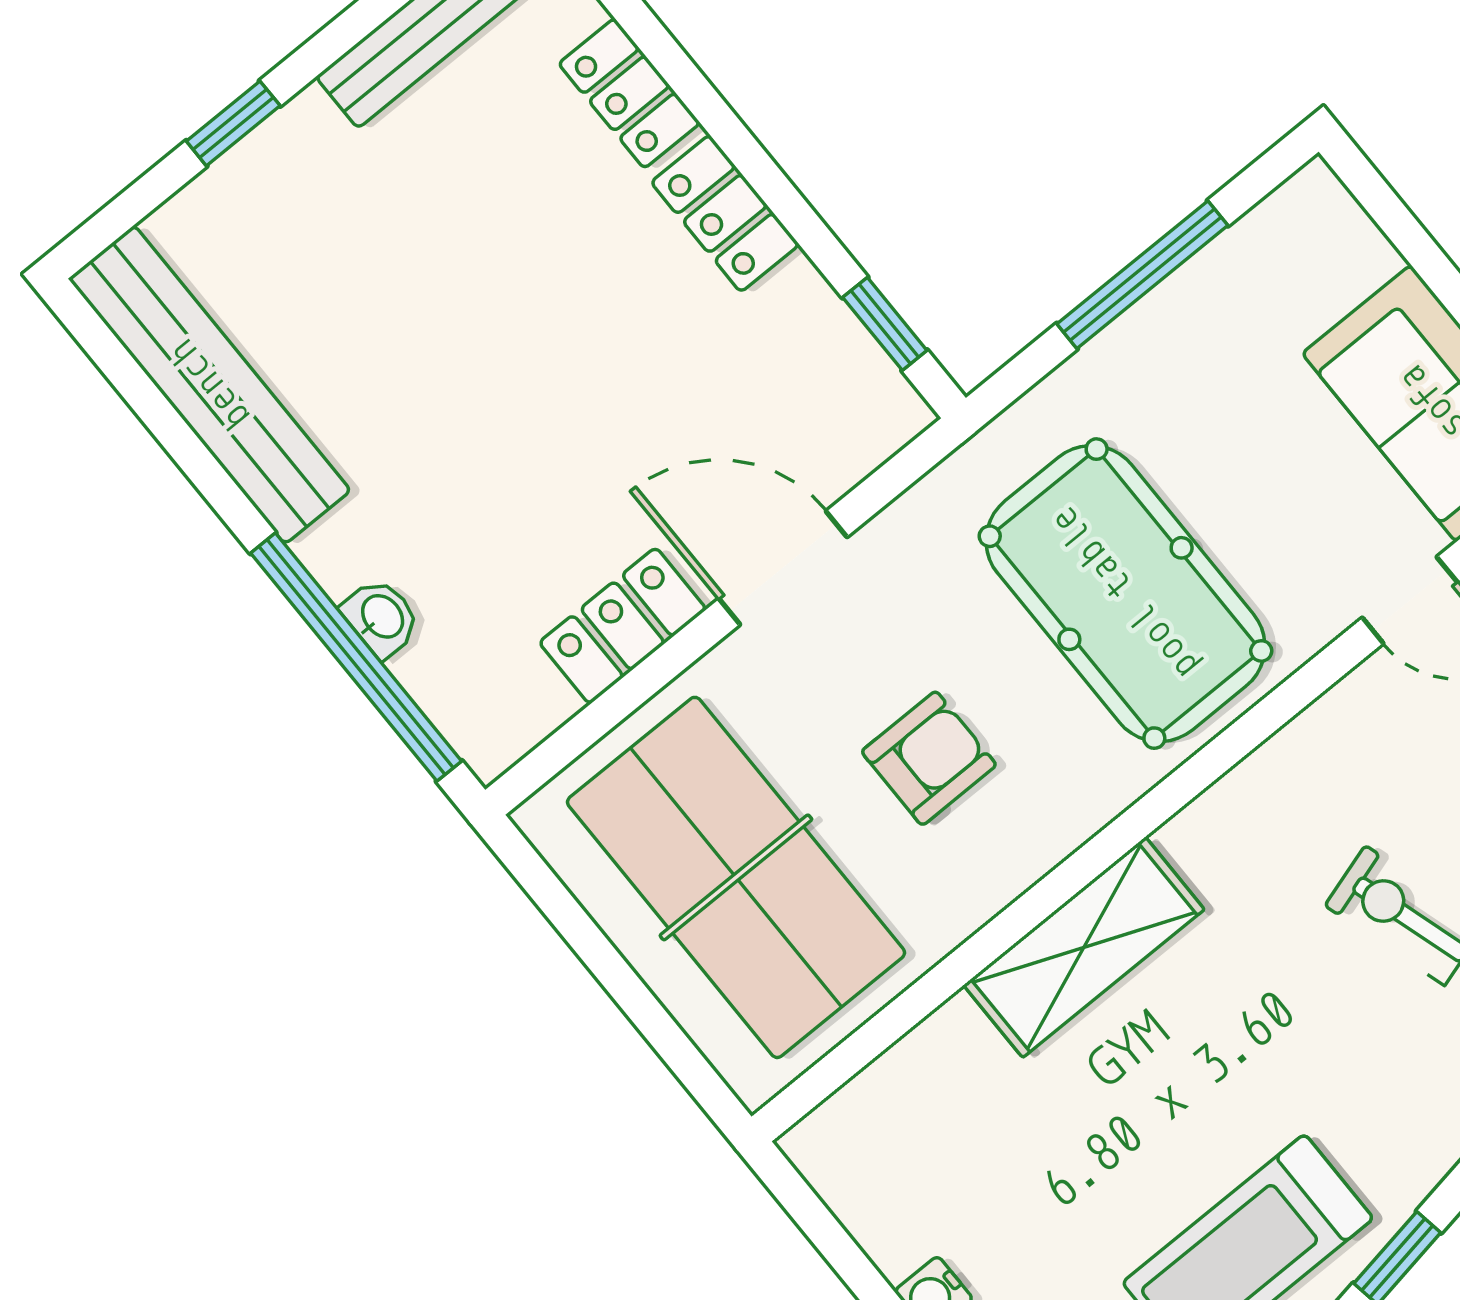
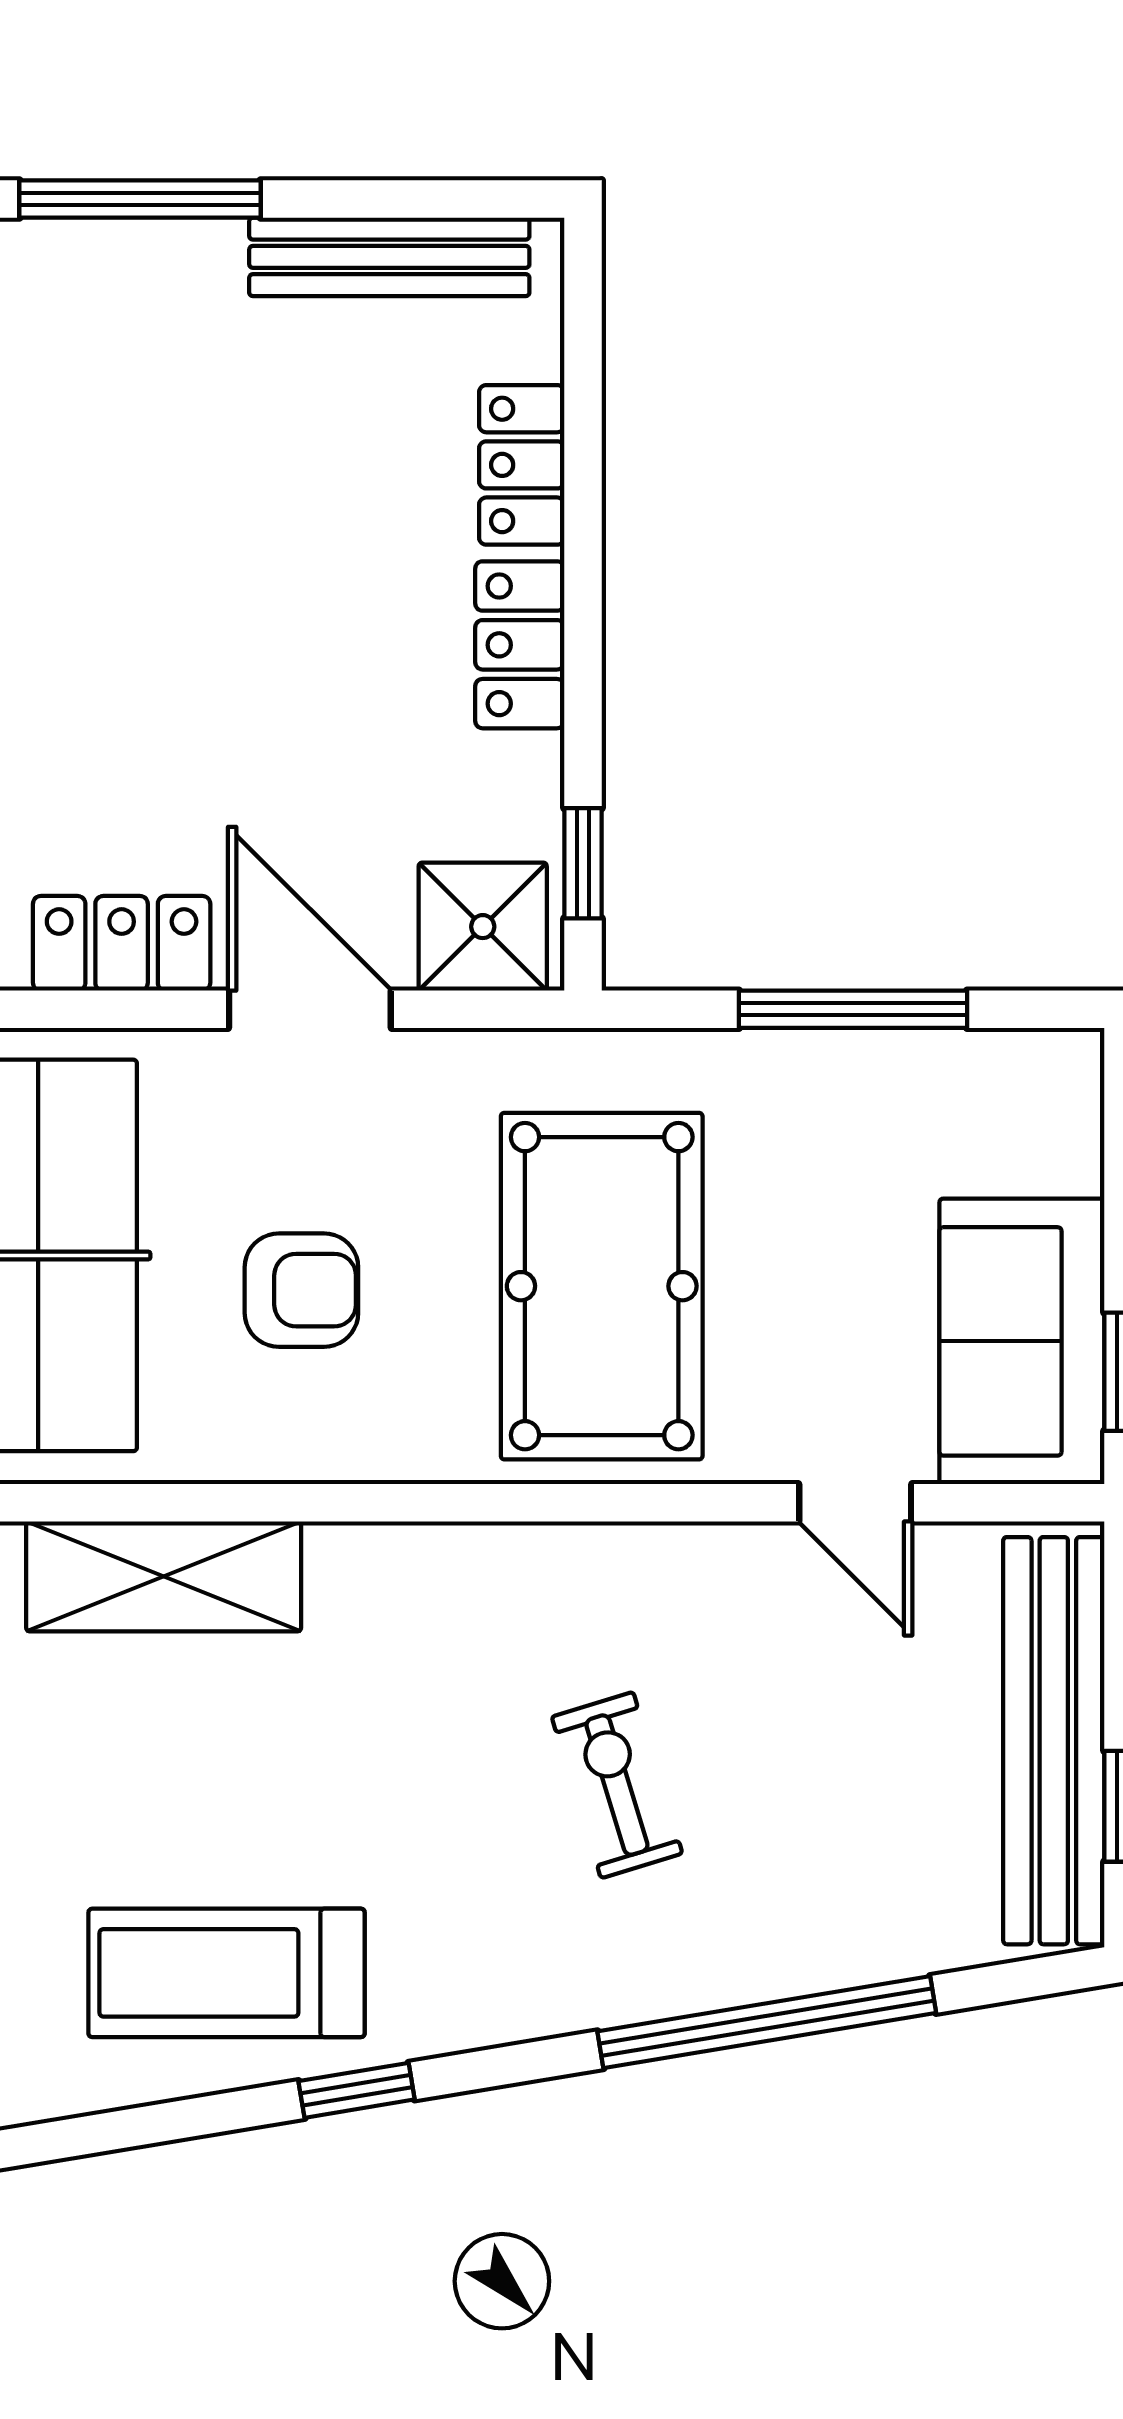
window: (233, 123) -> (140, 199), width x2.17
shower: (853, 420) -> (483, 927), added
shelving: (1084, 947) -> (164, 1576), moved

